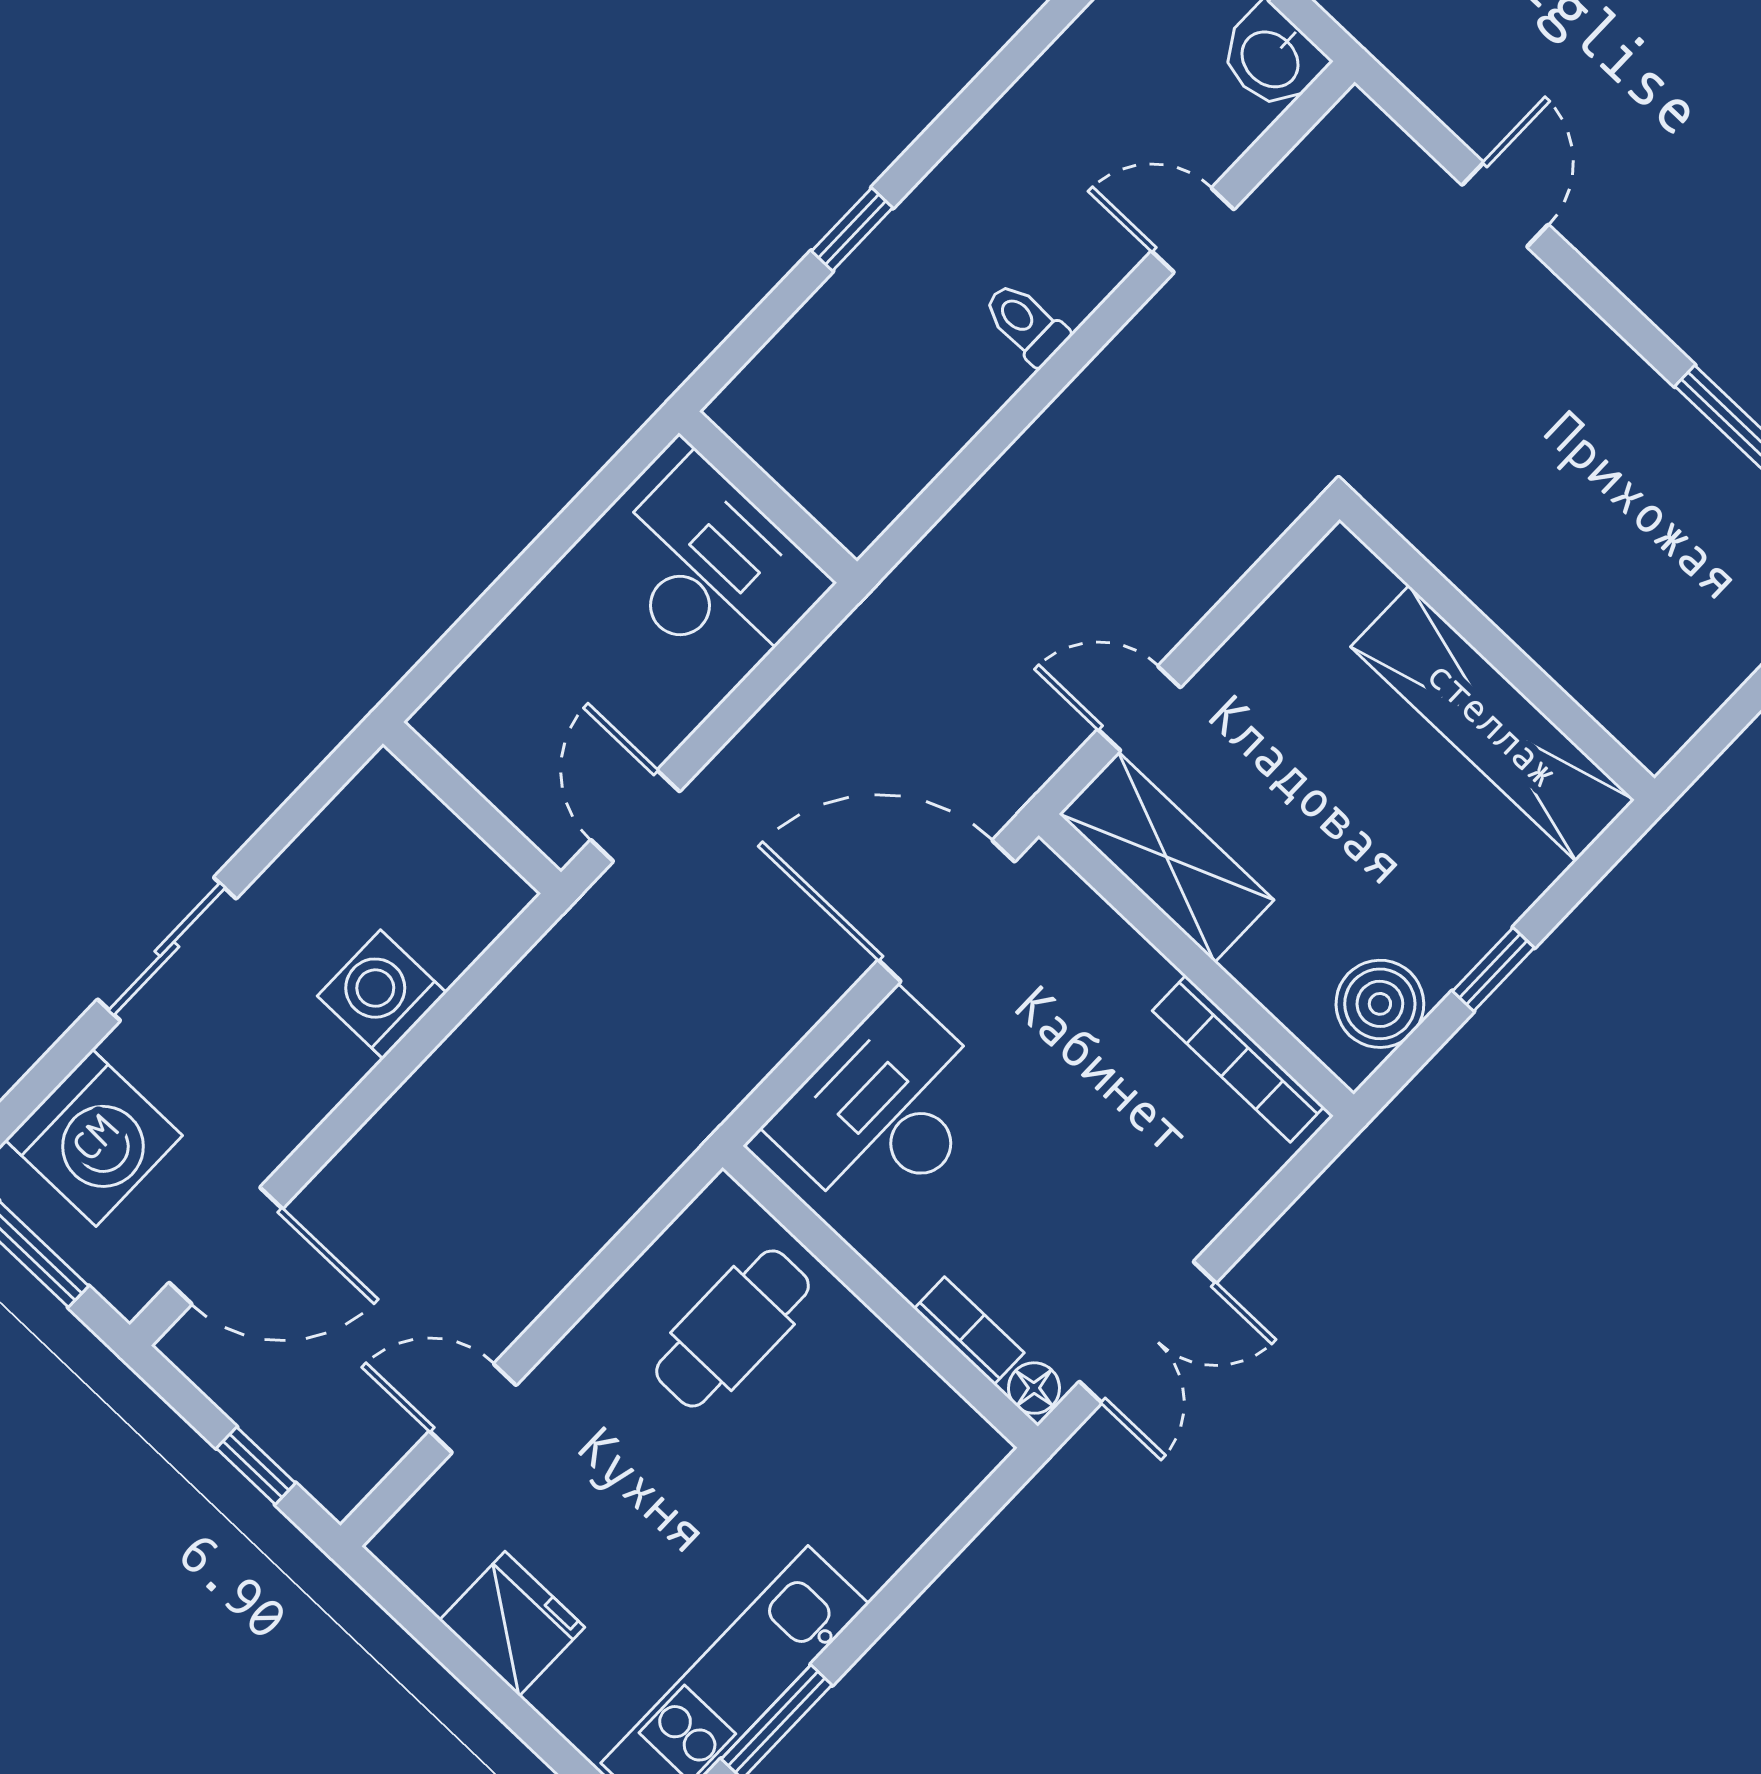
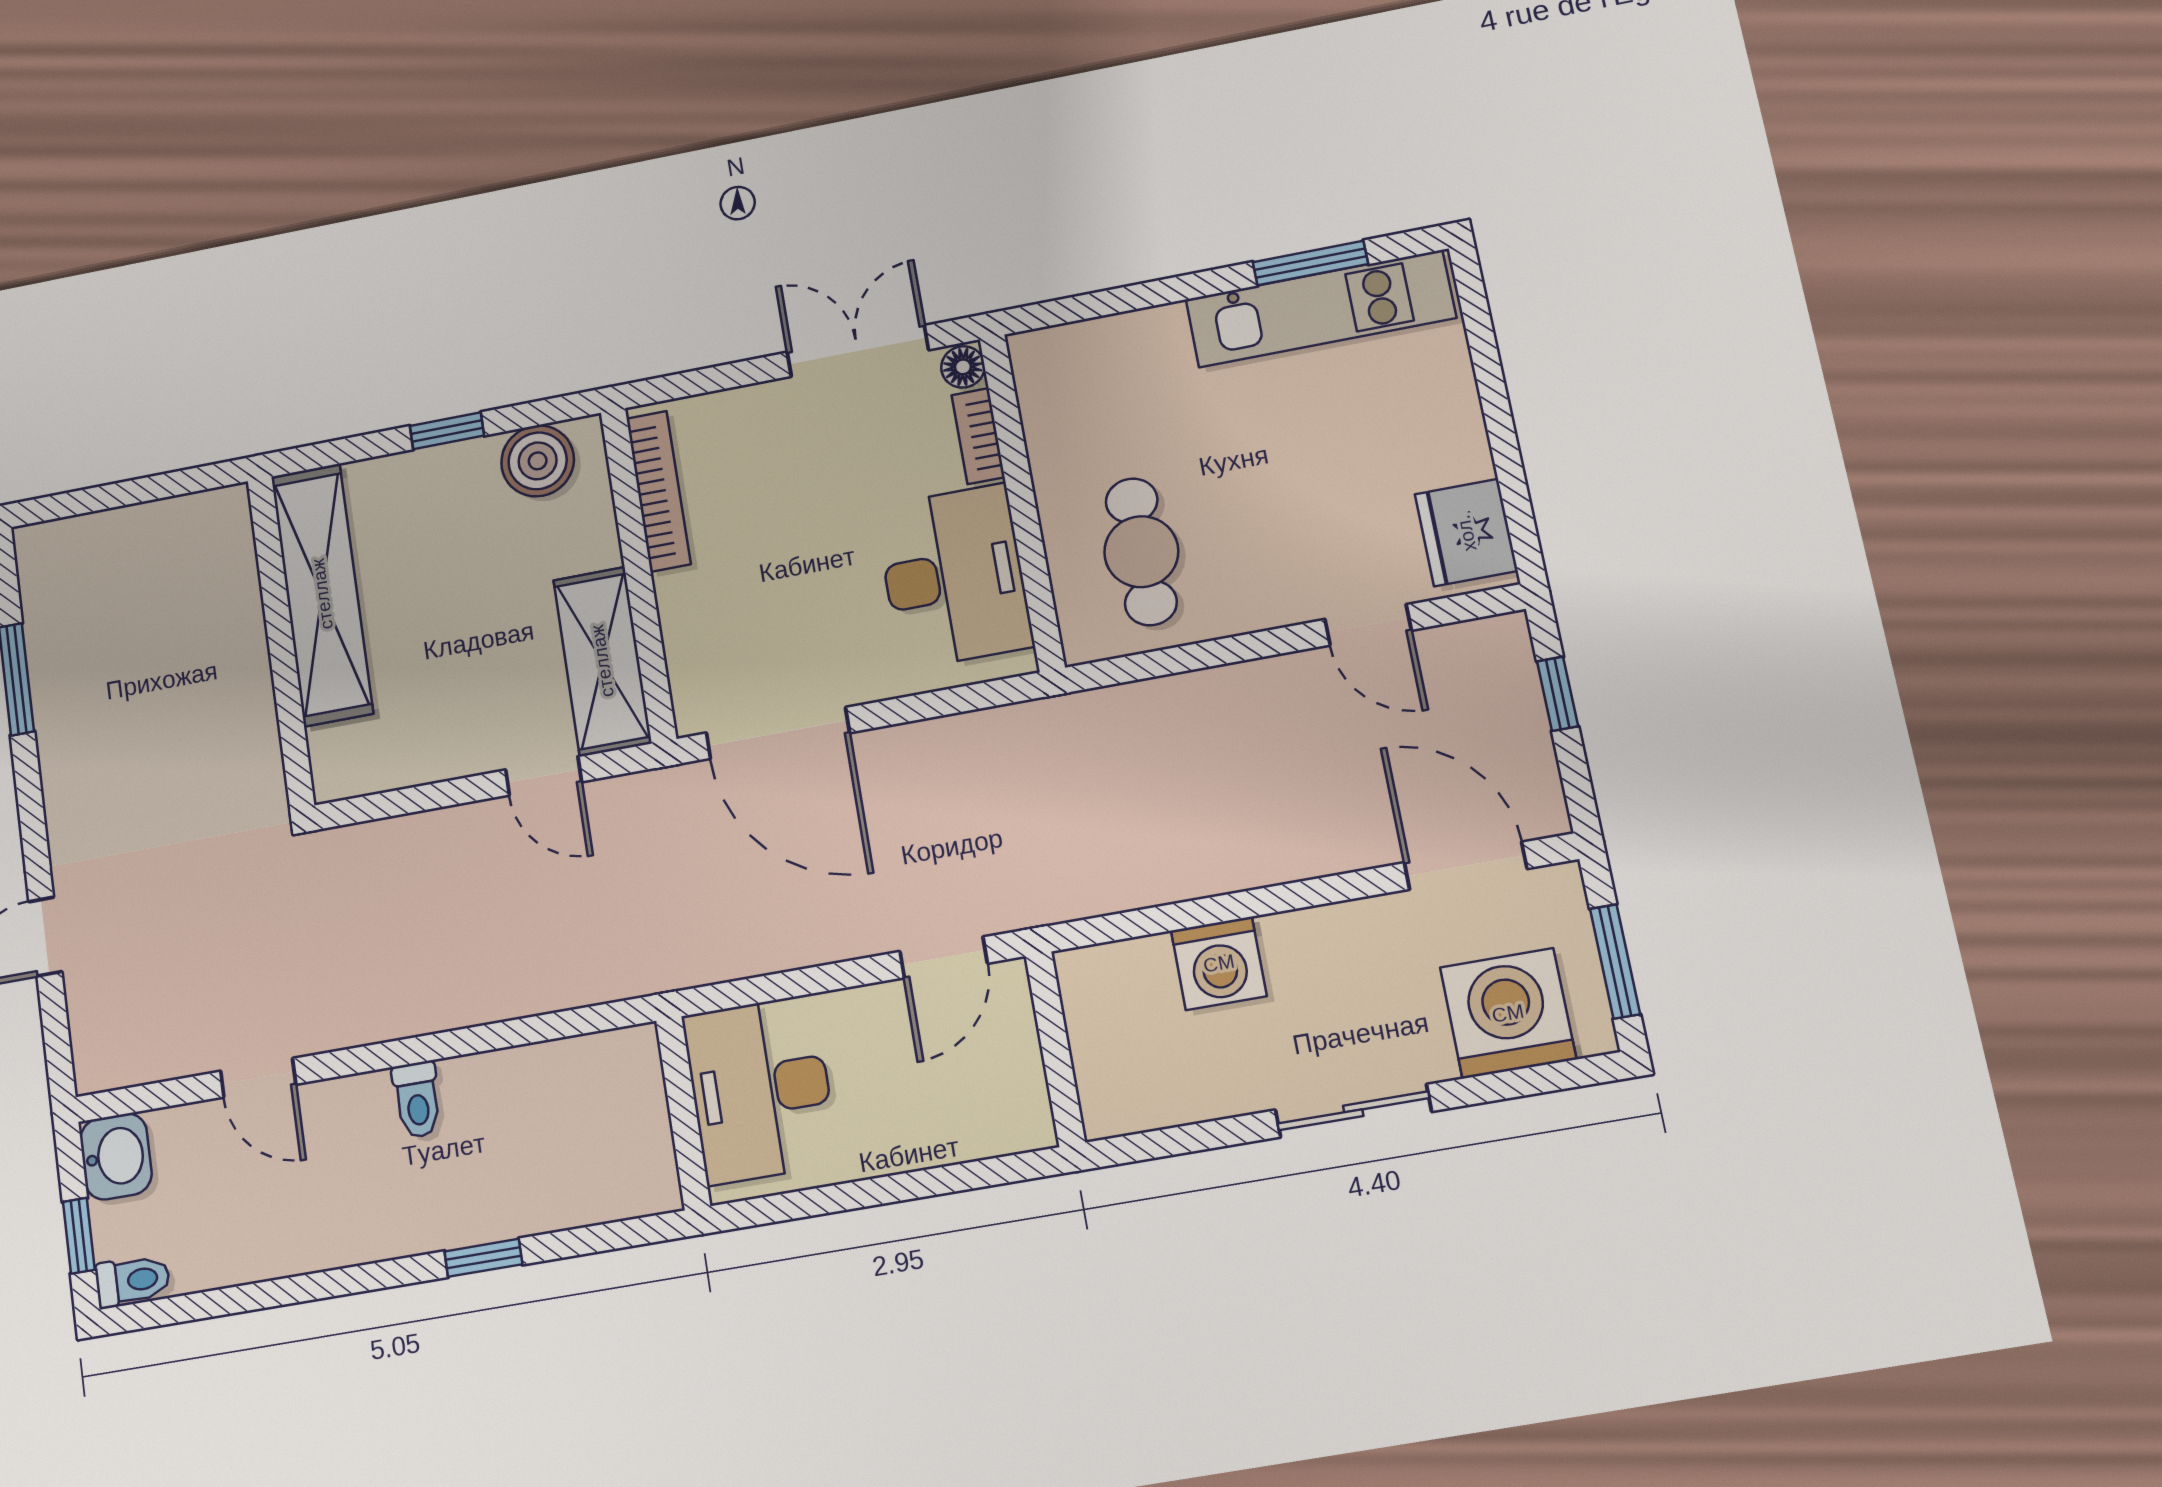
desk: (885, 1110) -> (954, 577), moved, turned -90
cafe table: (733, 1328) -> (1141, 552), turned 90
fridge: (512, 1624) -> (1466, 533), moved

